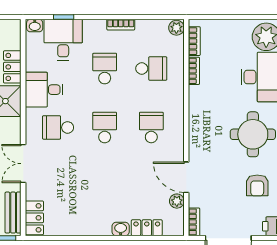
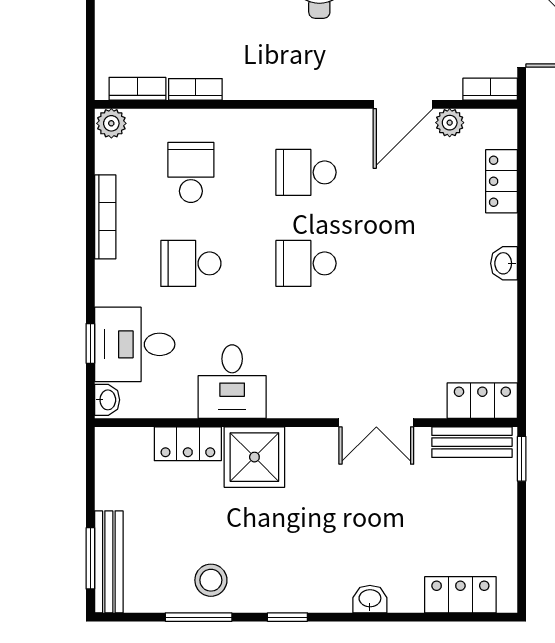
bookcase: (121, 25) -> (105, 217), width x1.56
school desk: (58, 127) -> (306, 354), removed
washbasin: (121, 229) -> (504, 263), moved

